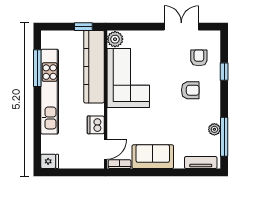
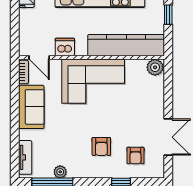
window: (83, 27) -> (168, 15), moved
armchair: (199, 58) -> (135, 156), turned 90
corner sofa: (128, 78) -> (93, 81), moved

